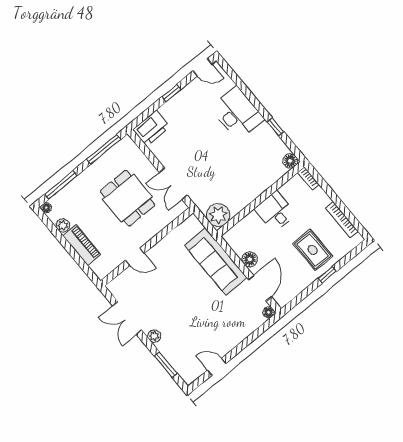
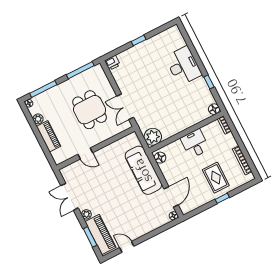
door: (202, 67) -> (165, 27), removed
printer: (151, 128) -> (112, 63), width x0.53, depth x0.68
floor lamp: (250, 259) -> (160, 158), moved
piano: (179, 358) -> (100, 234), added

